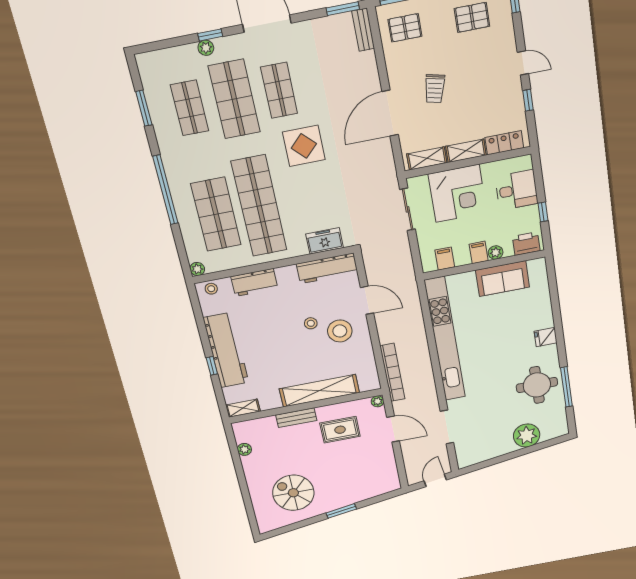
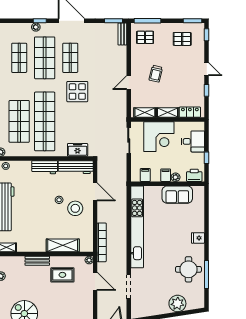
door: (390, 113) -> (129, 83), width x0.53
workbench: (254, 282) -> (45, 167), moved
shelving: (319, 391) -> (63, 245), width x0.68

